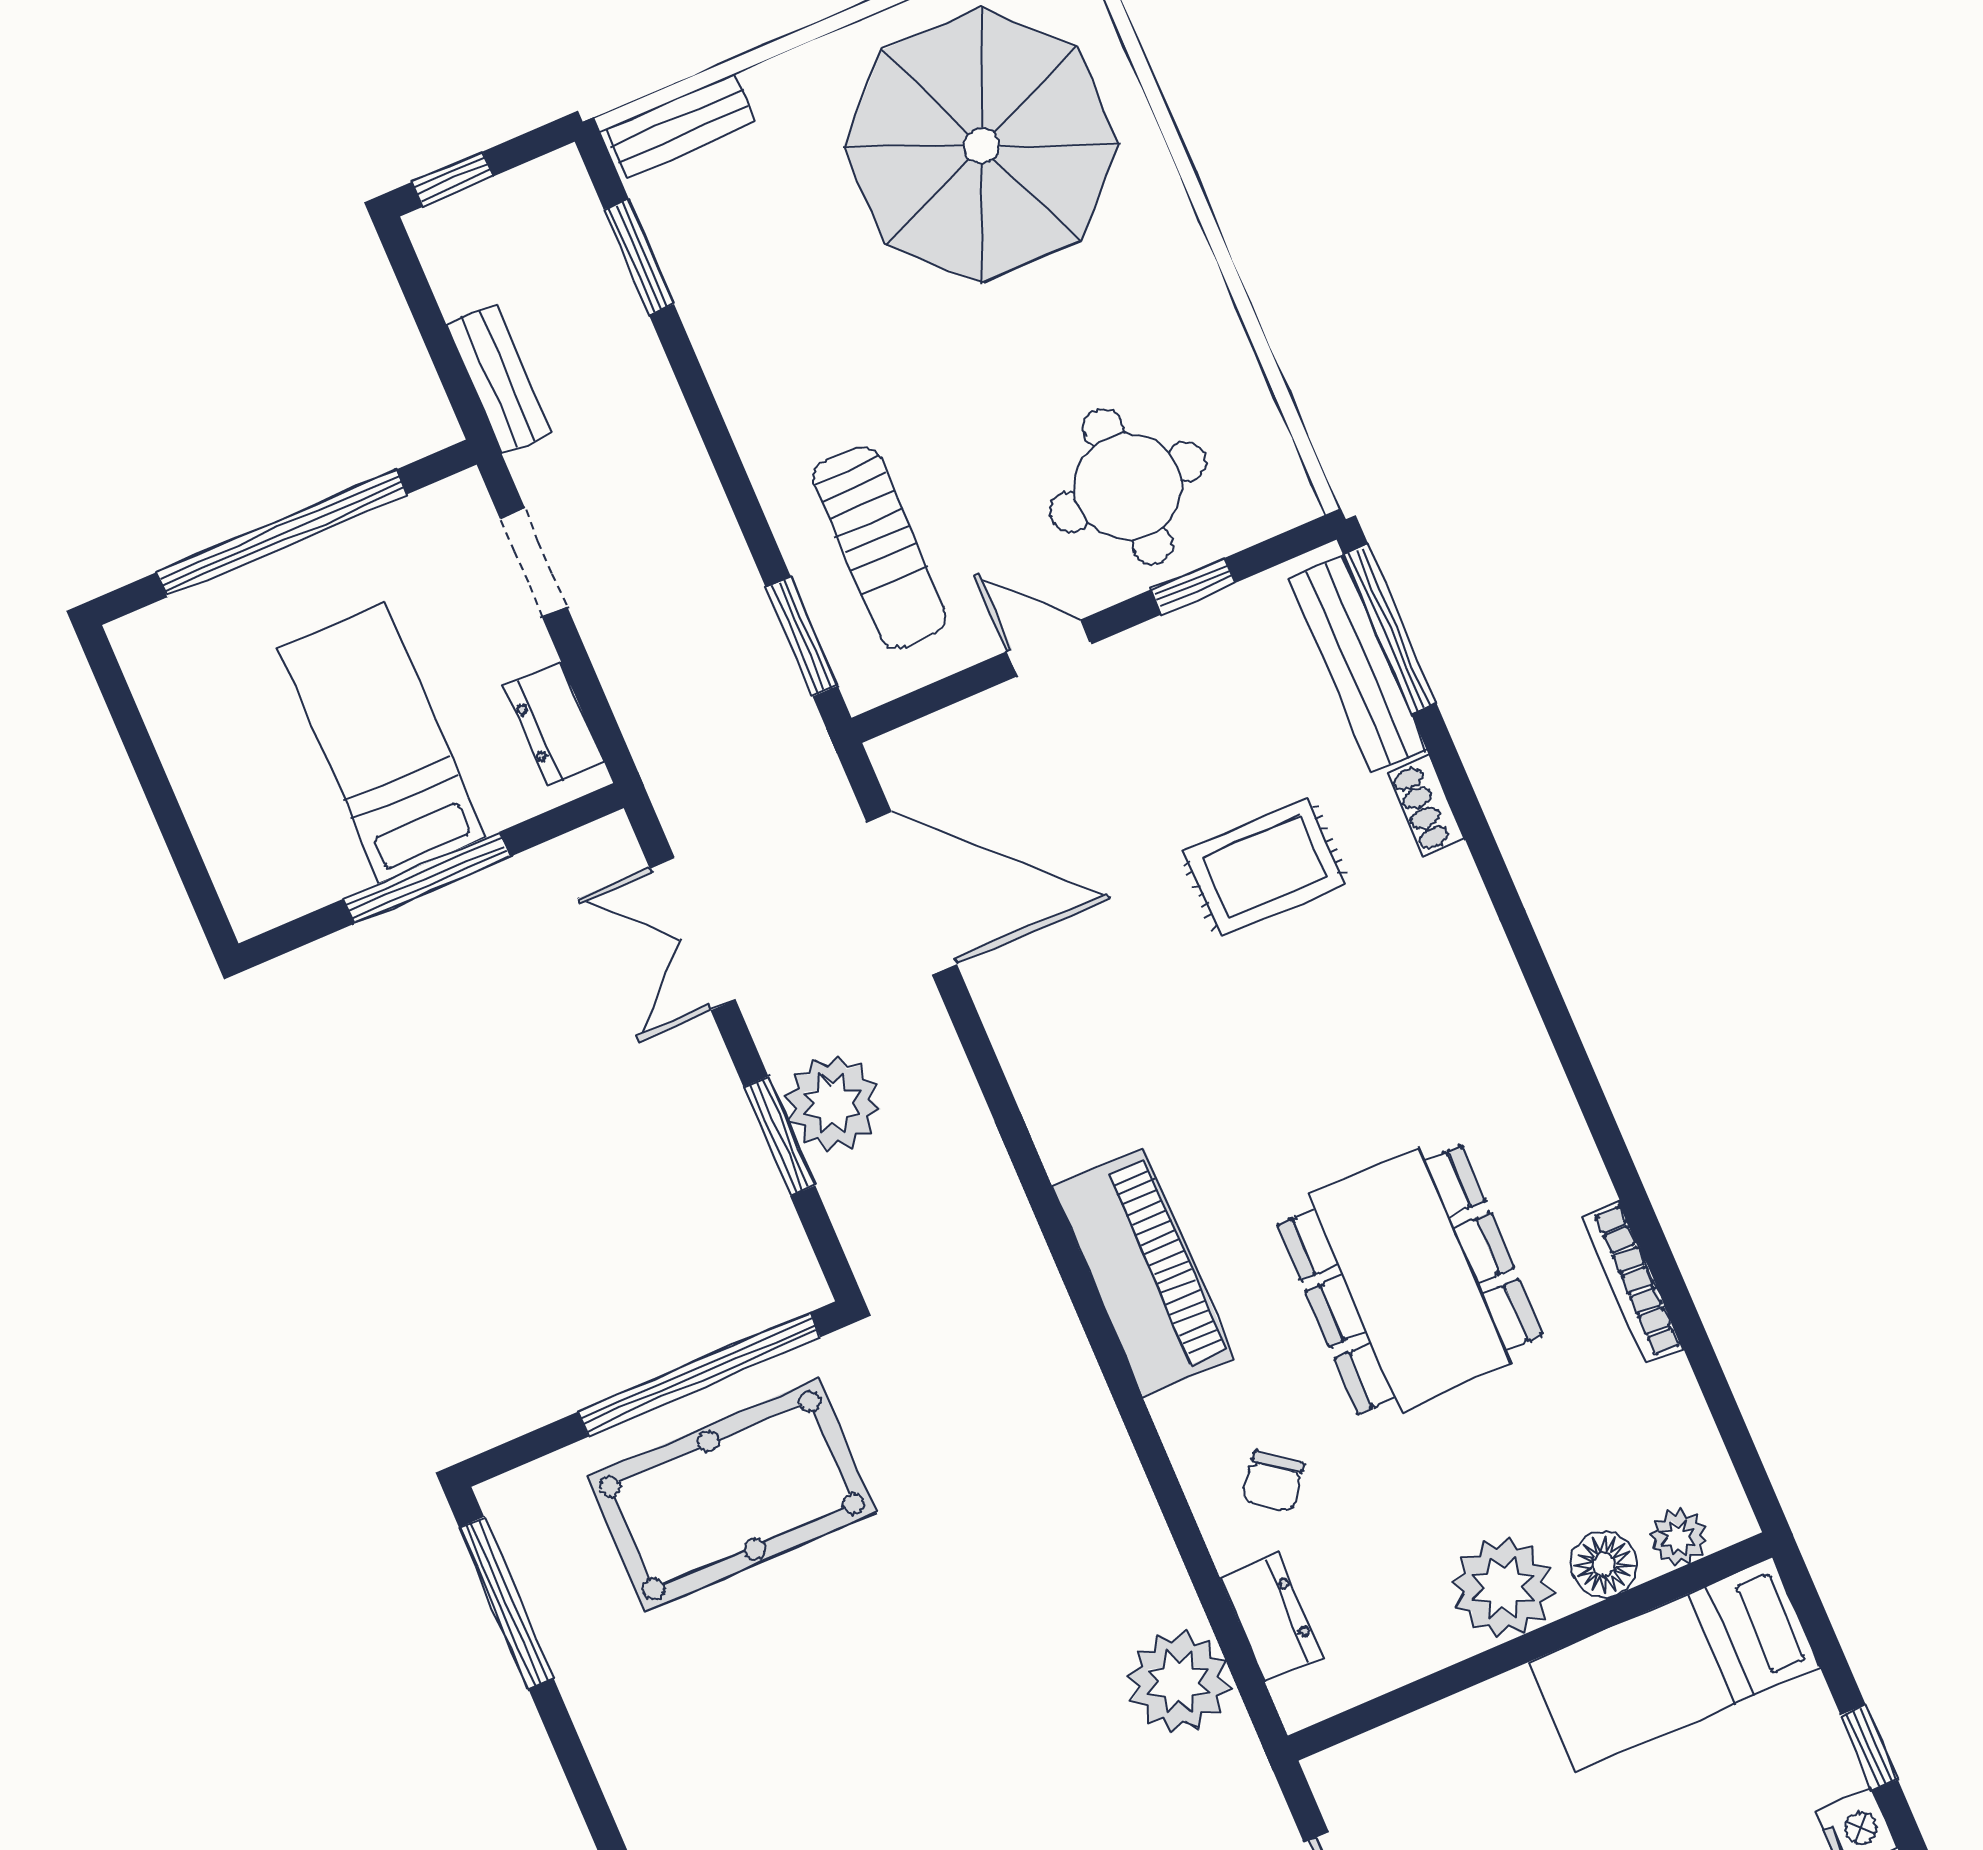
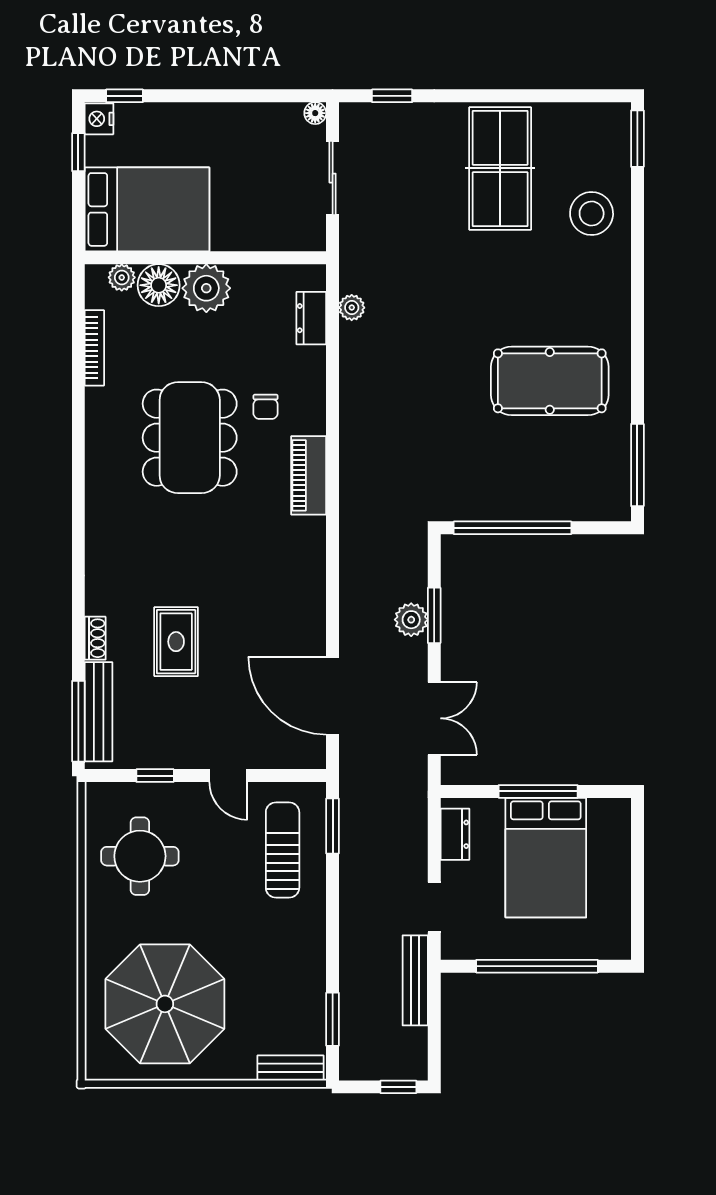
bench: (499, 379) -> (415, 980), width x1.36
round table: (1128, 487) -> (140, 856), moved
bed: (382, 743) -> (546, 858), width x1.50
rug: (1265, 867) -> (176, 642), turned 90
plant: (833, 1103) -> (411, 620), width x0.73, depth x0.73
piano: (1143, 1273) -> (309, 475), width x0.73, depth x0.75
bookcase: (1633, 1282) -> (94, 348), moved
chair: (1273, 1482) -> (266, 407), moved, turned 142
pool table: (732, 1495) -> (550, 381), moved
floor lamp: (1604, 1564) -> (159, 285), width x1.38, depth x1.38
bed: (1674, 1665) -> (147, 209), width x1.50
plant: (1179, 1682) -> (352, 308), width x0.53, depth x0.53

